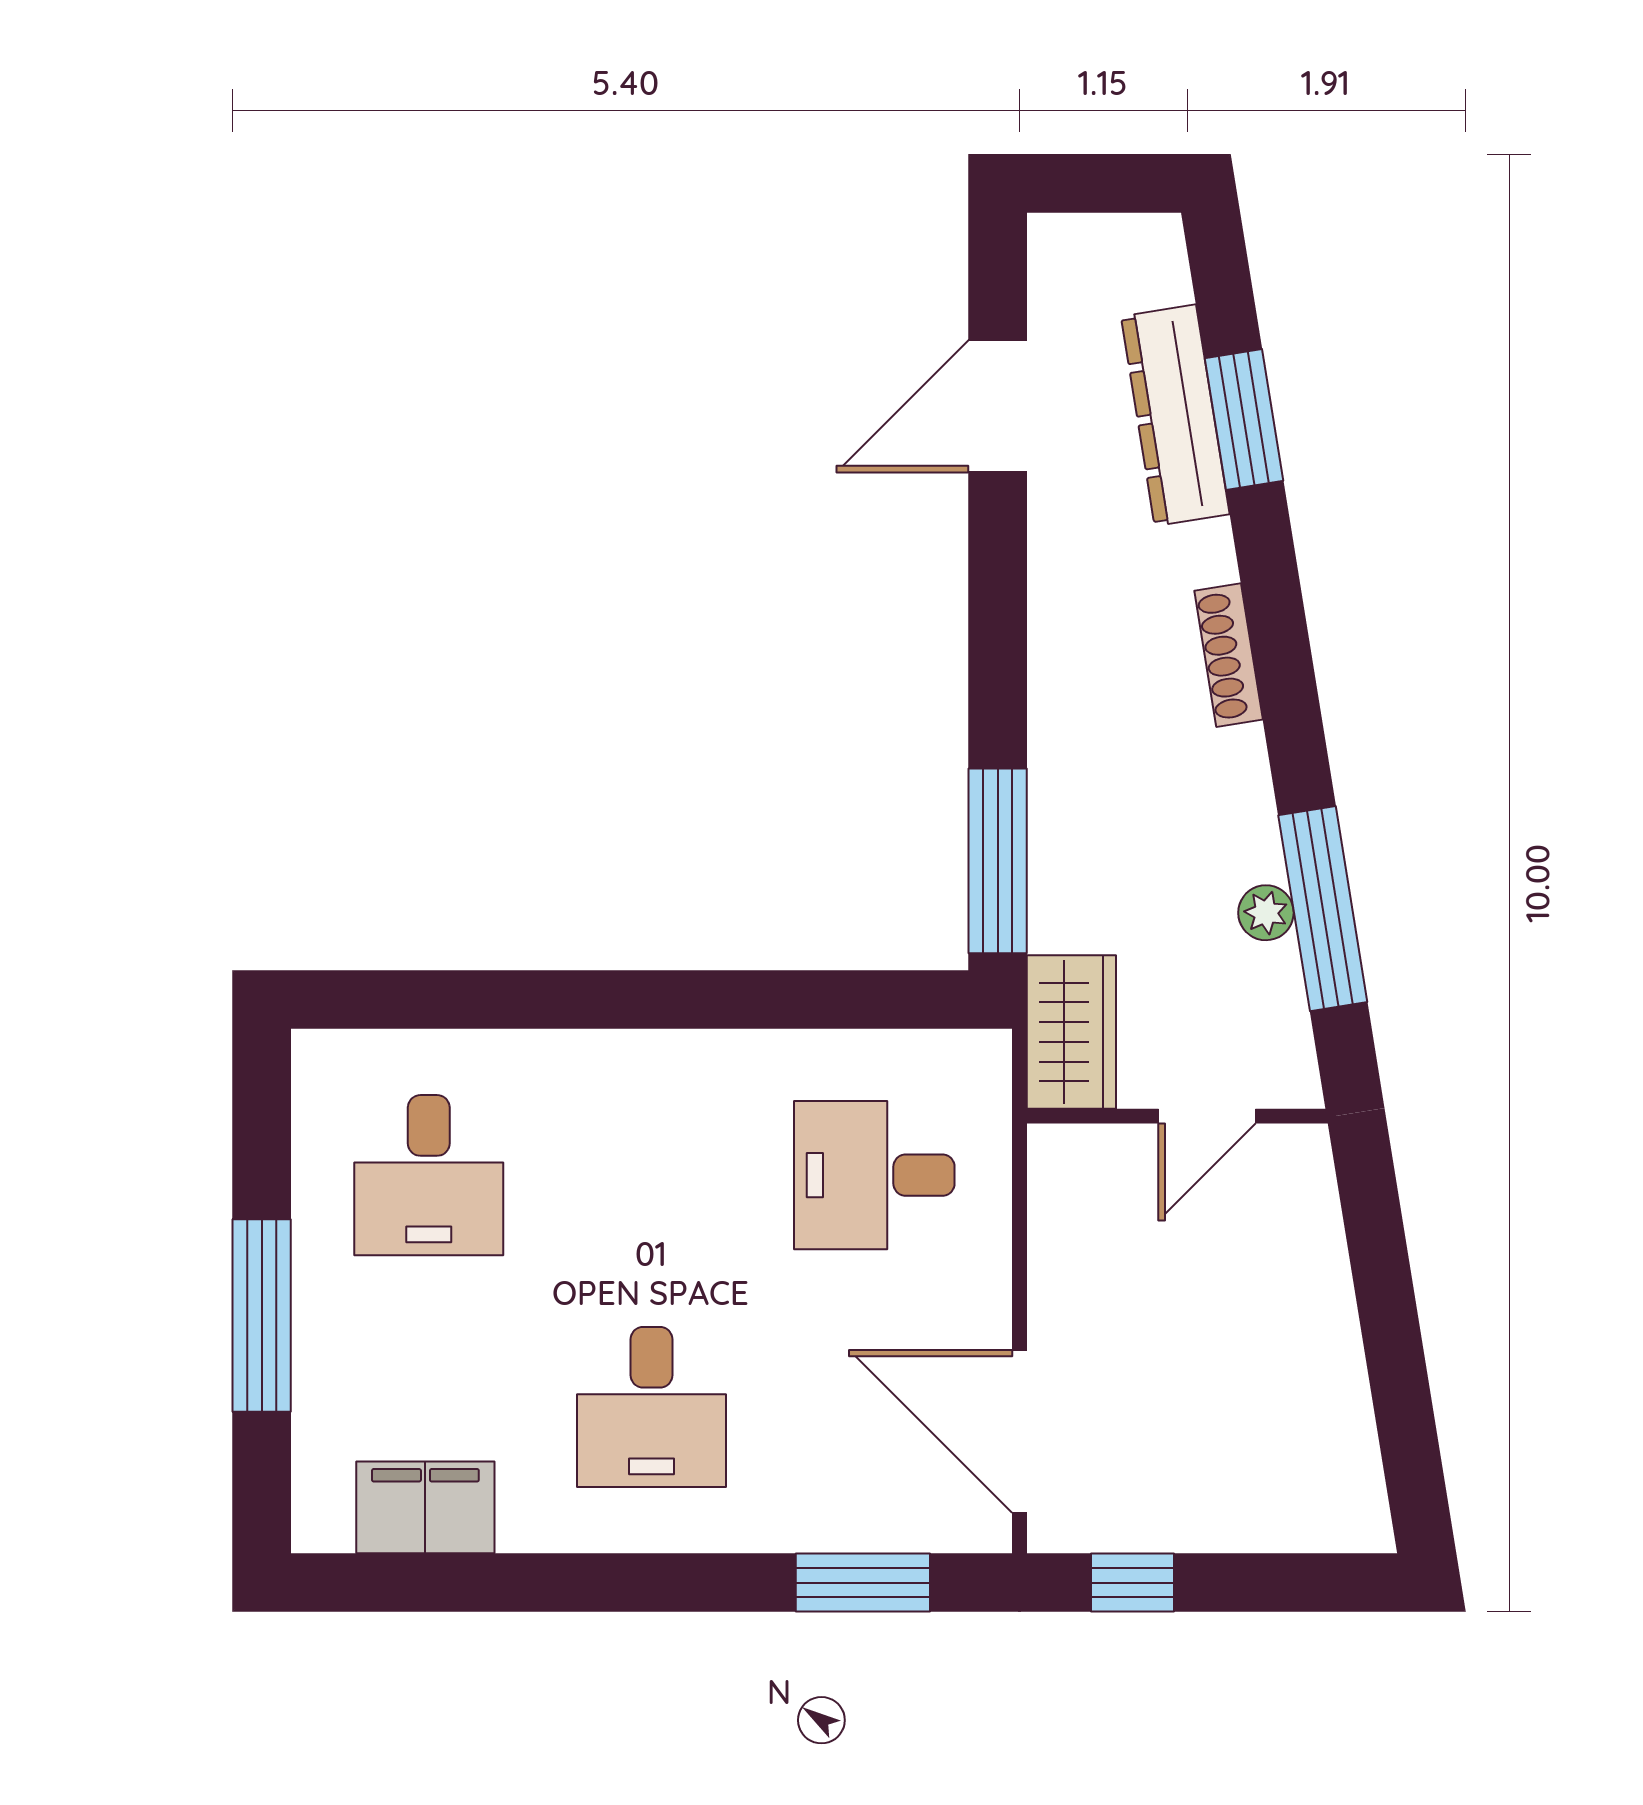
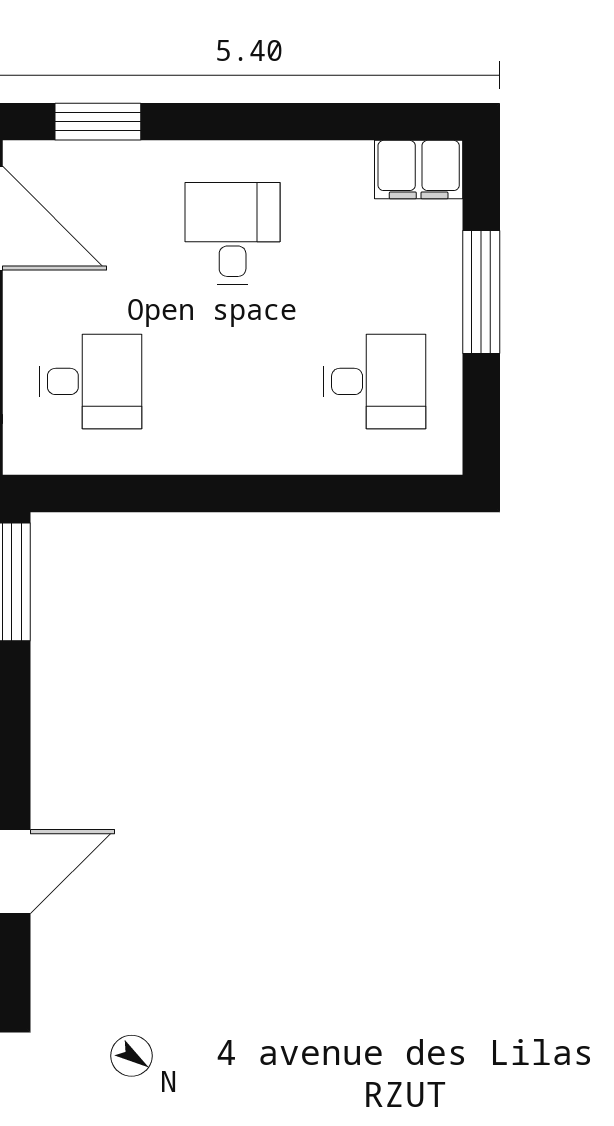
desk: (429, 1175) -> (375, 381), turned 90
filing cabinet: (425, 1507) -> (419, 170), moved

